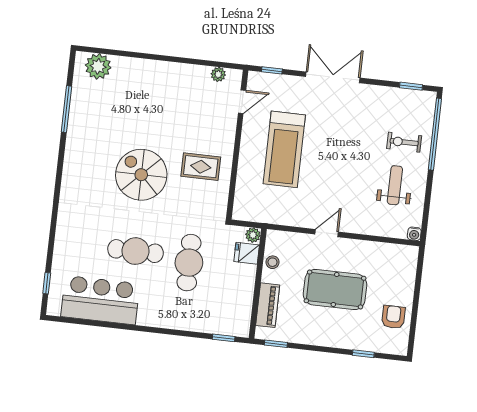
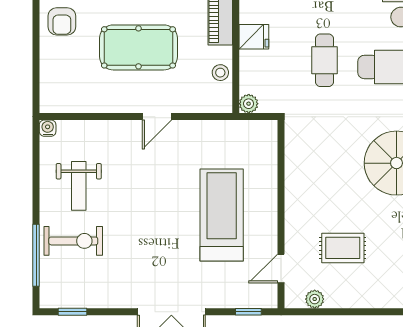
window: (435, 134) -> (36, 255), width x0.68
exercise bike: (404, 142) -> (73, 241), width x1.38, depth x1.39
rug: (201, 167) -> (343, 248), moved
fridge: (247, 253) -> (254, 37), moved
cafe table: (189, 263) -> (324, 60), width x0.73, depth x0.74

